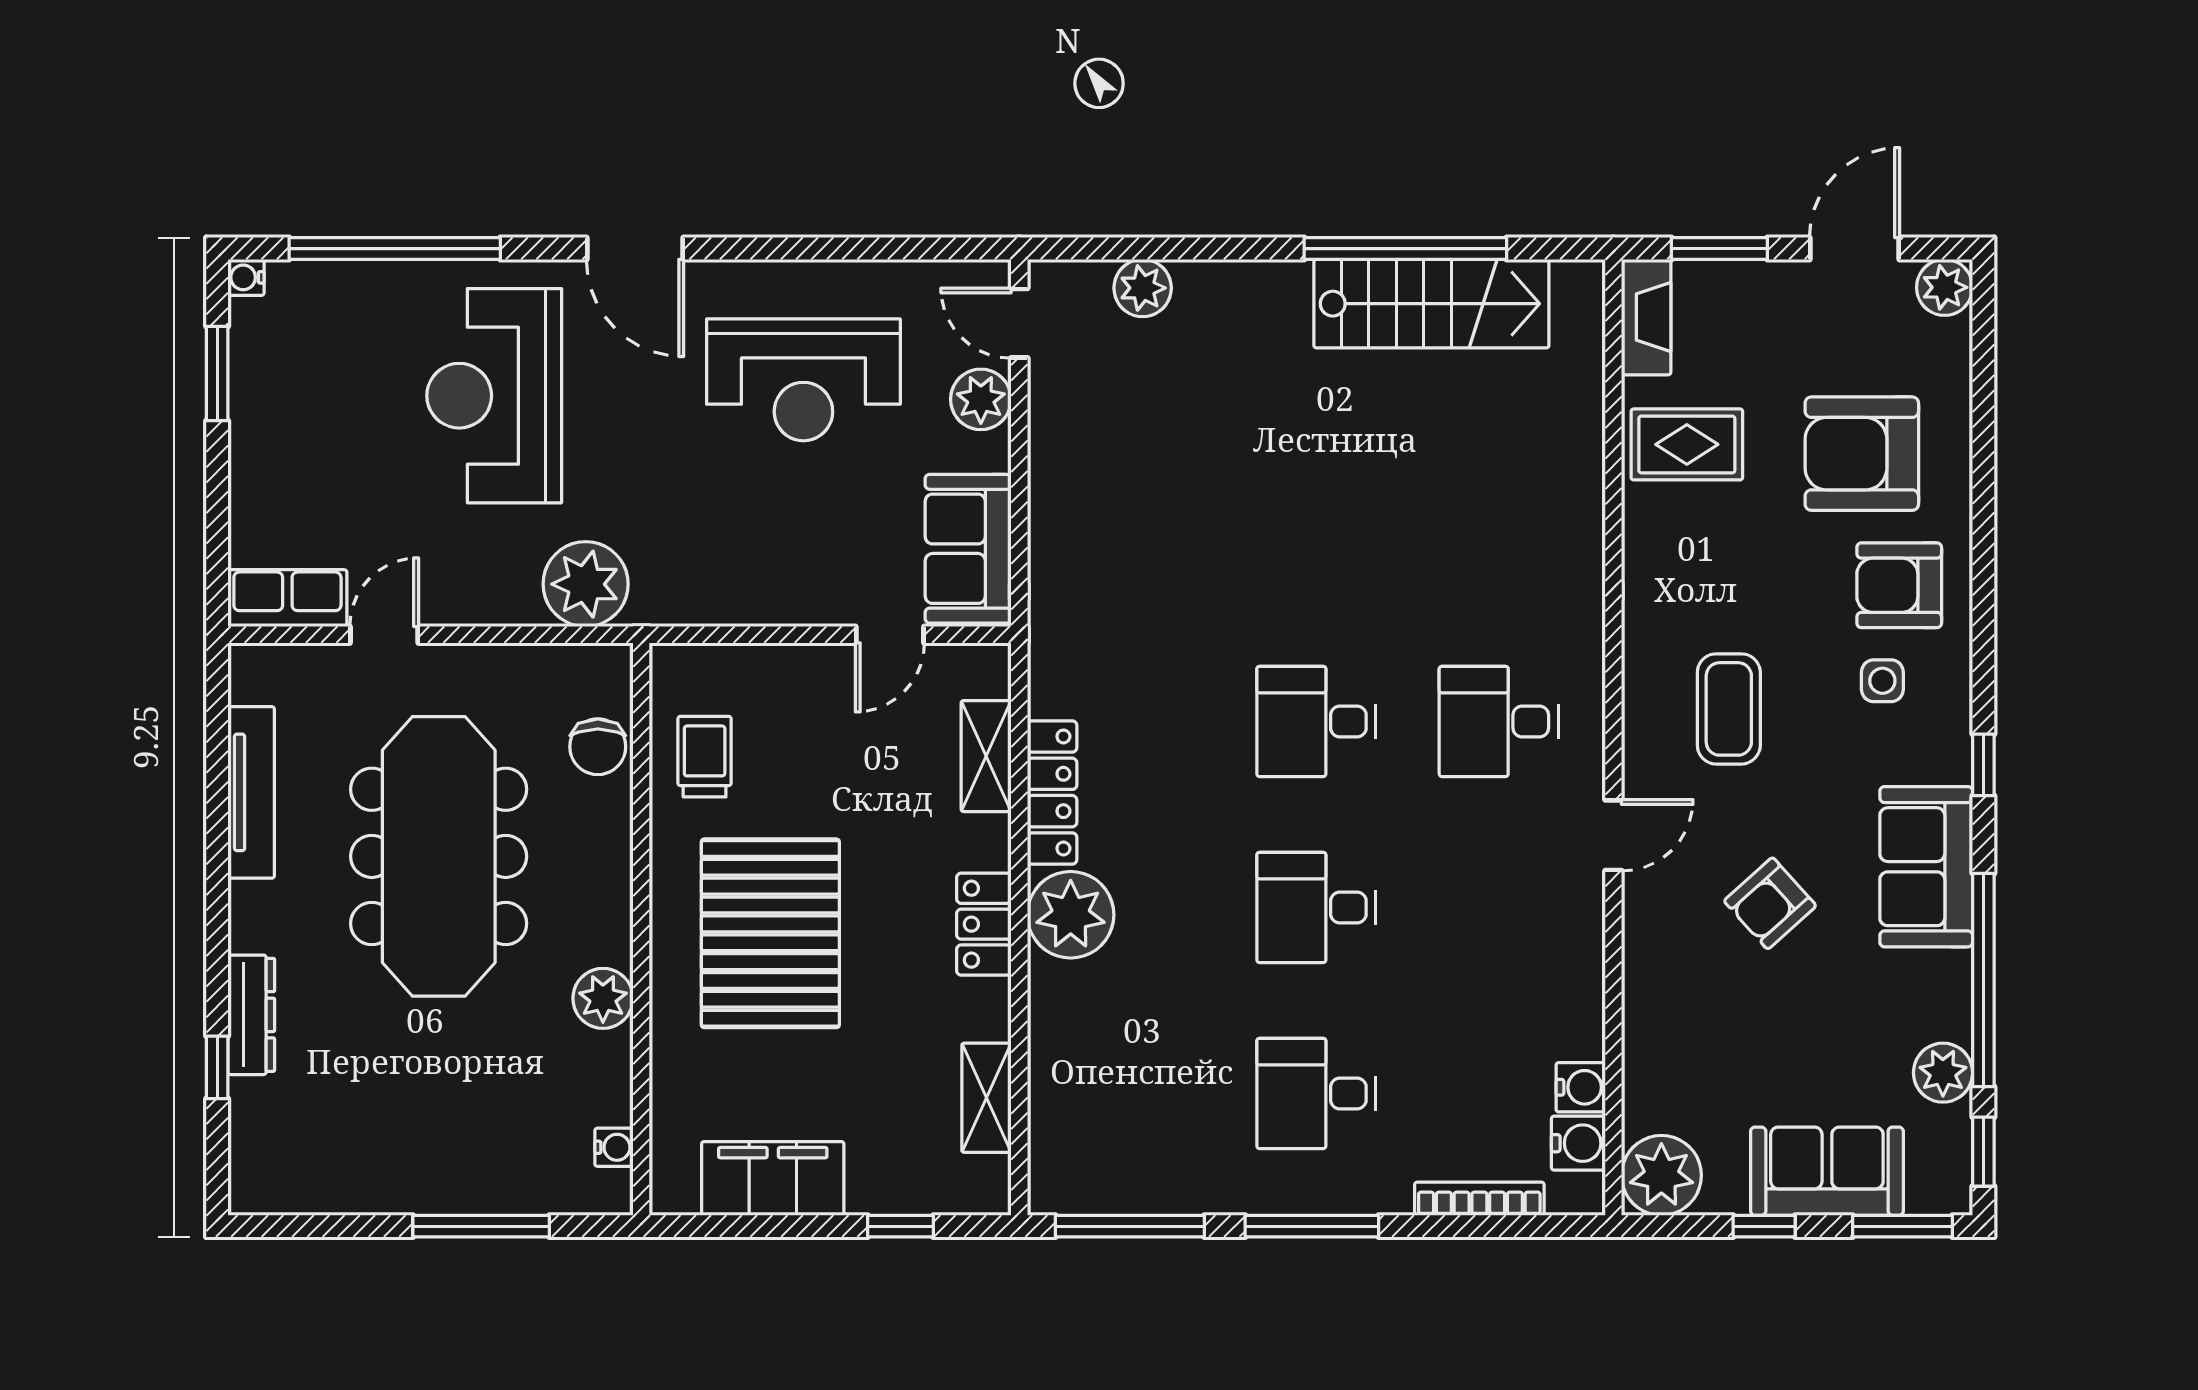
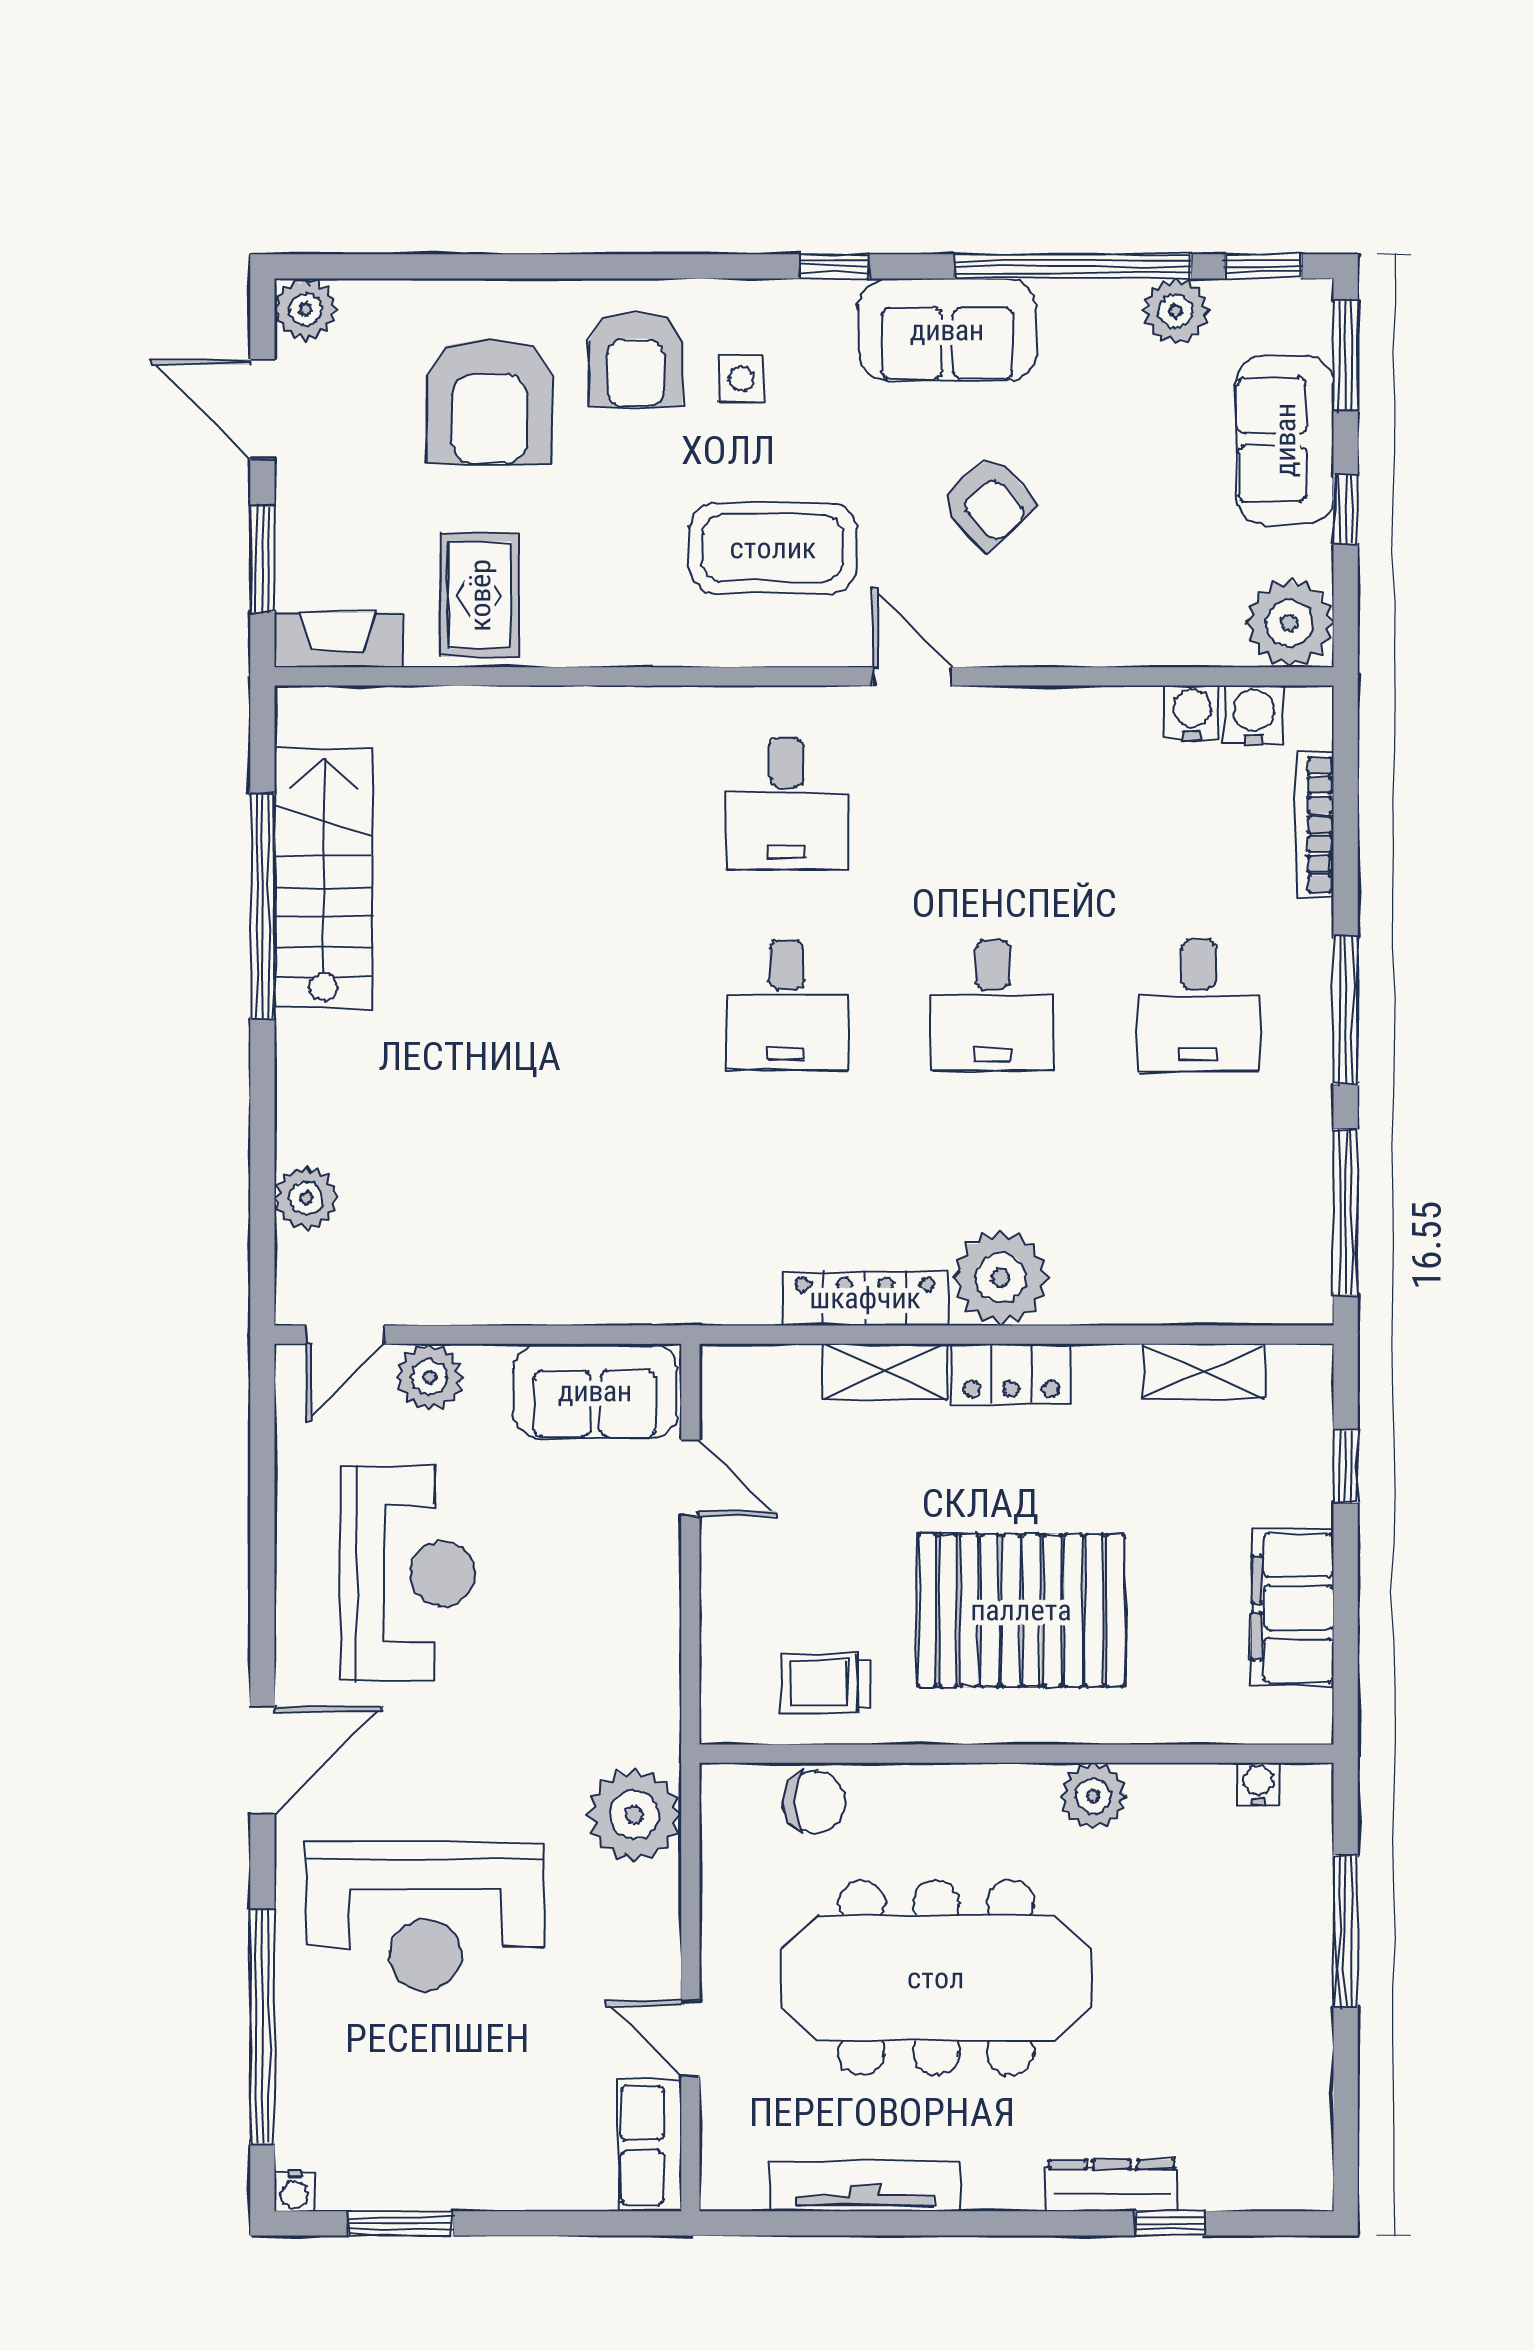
coffee table: (1729, 709) -> (773, 548), width x1.36, depth x1.32
shelving: (986, 756) -> (885, 1371), moved

